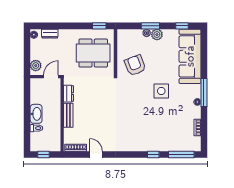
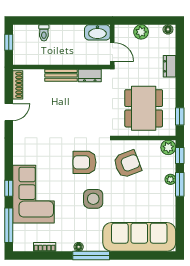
window: (182, 26) -> (180, 155), moved
dresser: (50, 34) -> (169, 66), moved
plant: (157, 35) -> (168, 147), moved
plant: (36, 66) -> (141, 32), moved
armchair: (134, 98) -> (85, 162), added
washbasin: (36, 114) -> (97, 32), moved
corner sofa: (158, 136) -> (34, 194), added

